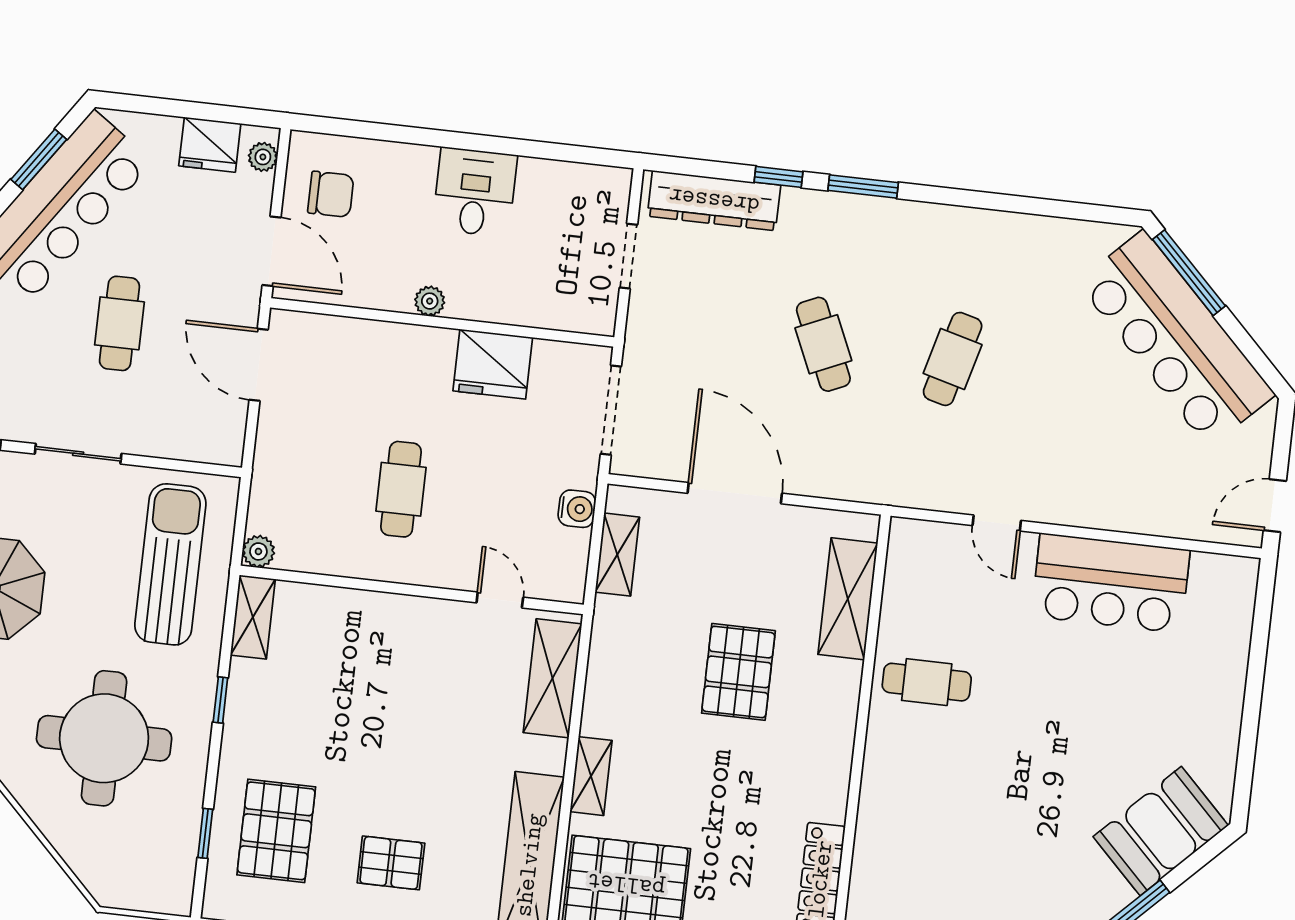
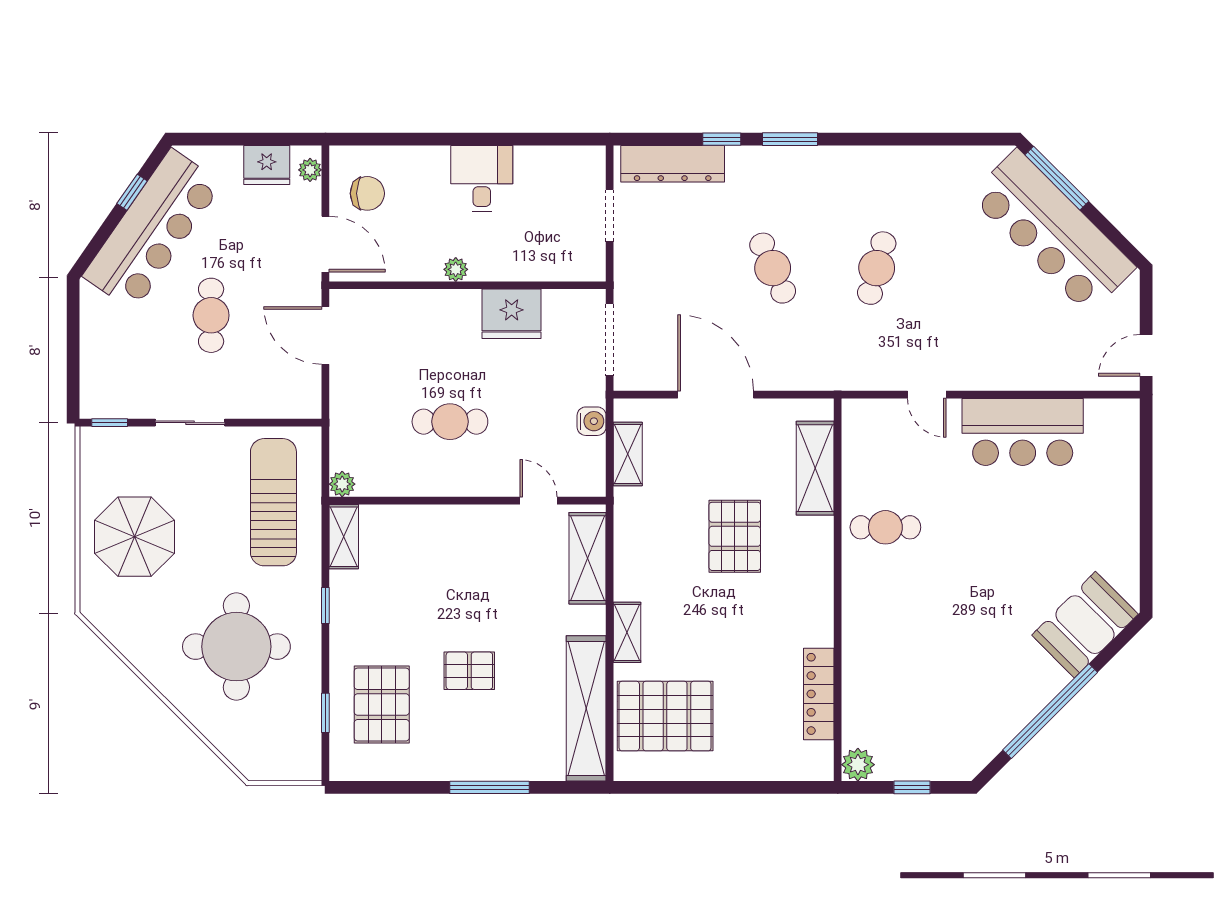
window: (39, 159) -> (132, 192), width x0.67
cafe table: (401, 489) -> (450, 422), turned 90
pallet: (391, 863) -> (469, 671), moved

